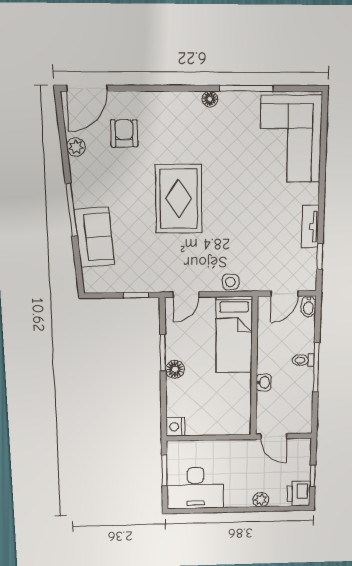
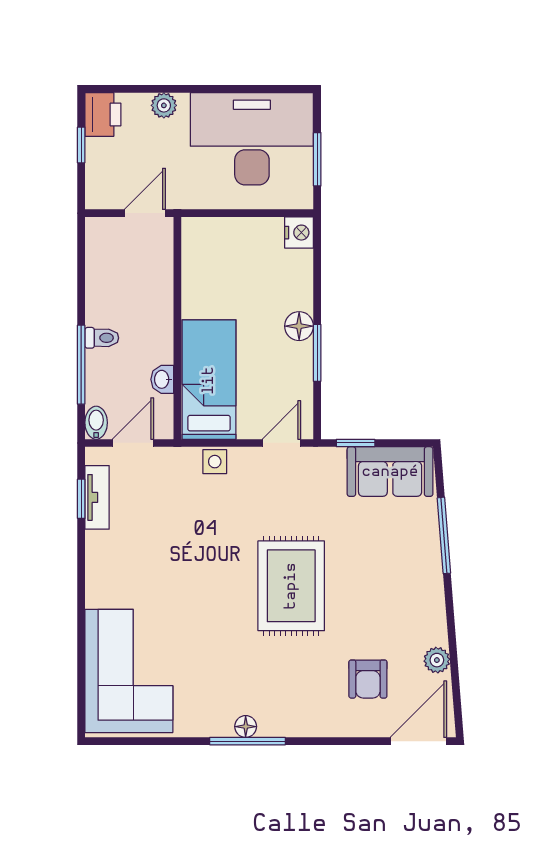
window: (246, 88) -> (248, 741), moved
window: (71, 210) -> (444, 535), moved
tv unit: (310, 227) -> (97, 497), moved
sofa: (94, 237) -> (390, 472), moved, turned -86
window: (316, 368) -> (81, 365), moved
washbasin: (264, 382) -> (162, 379), moved
door: (274, 436) -> (145, 213), hinge flipped
desk: (196, 488) -> (252, 139), width x1.36, depth x1.30

